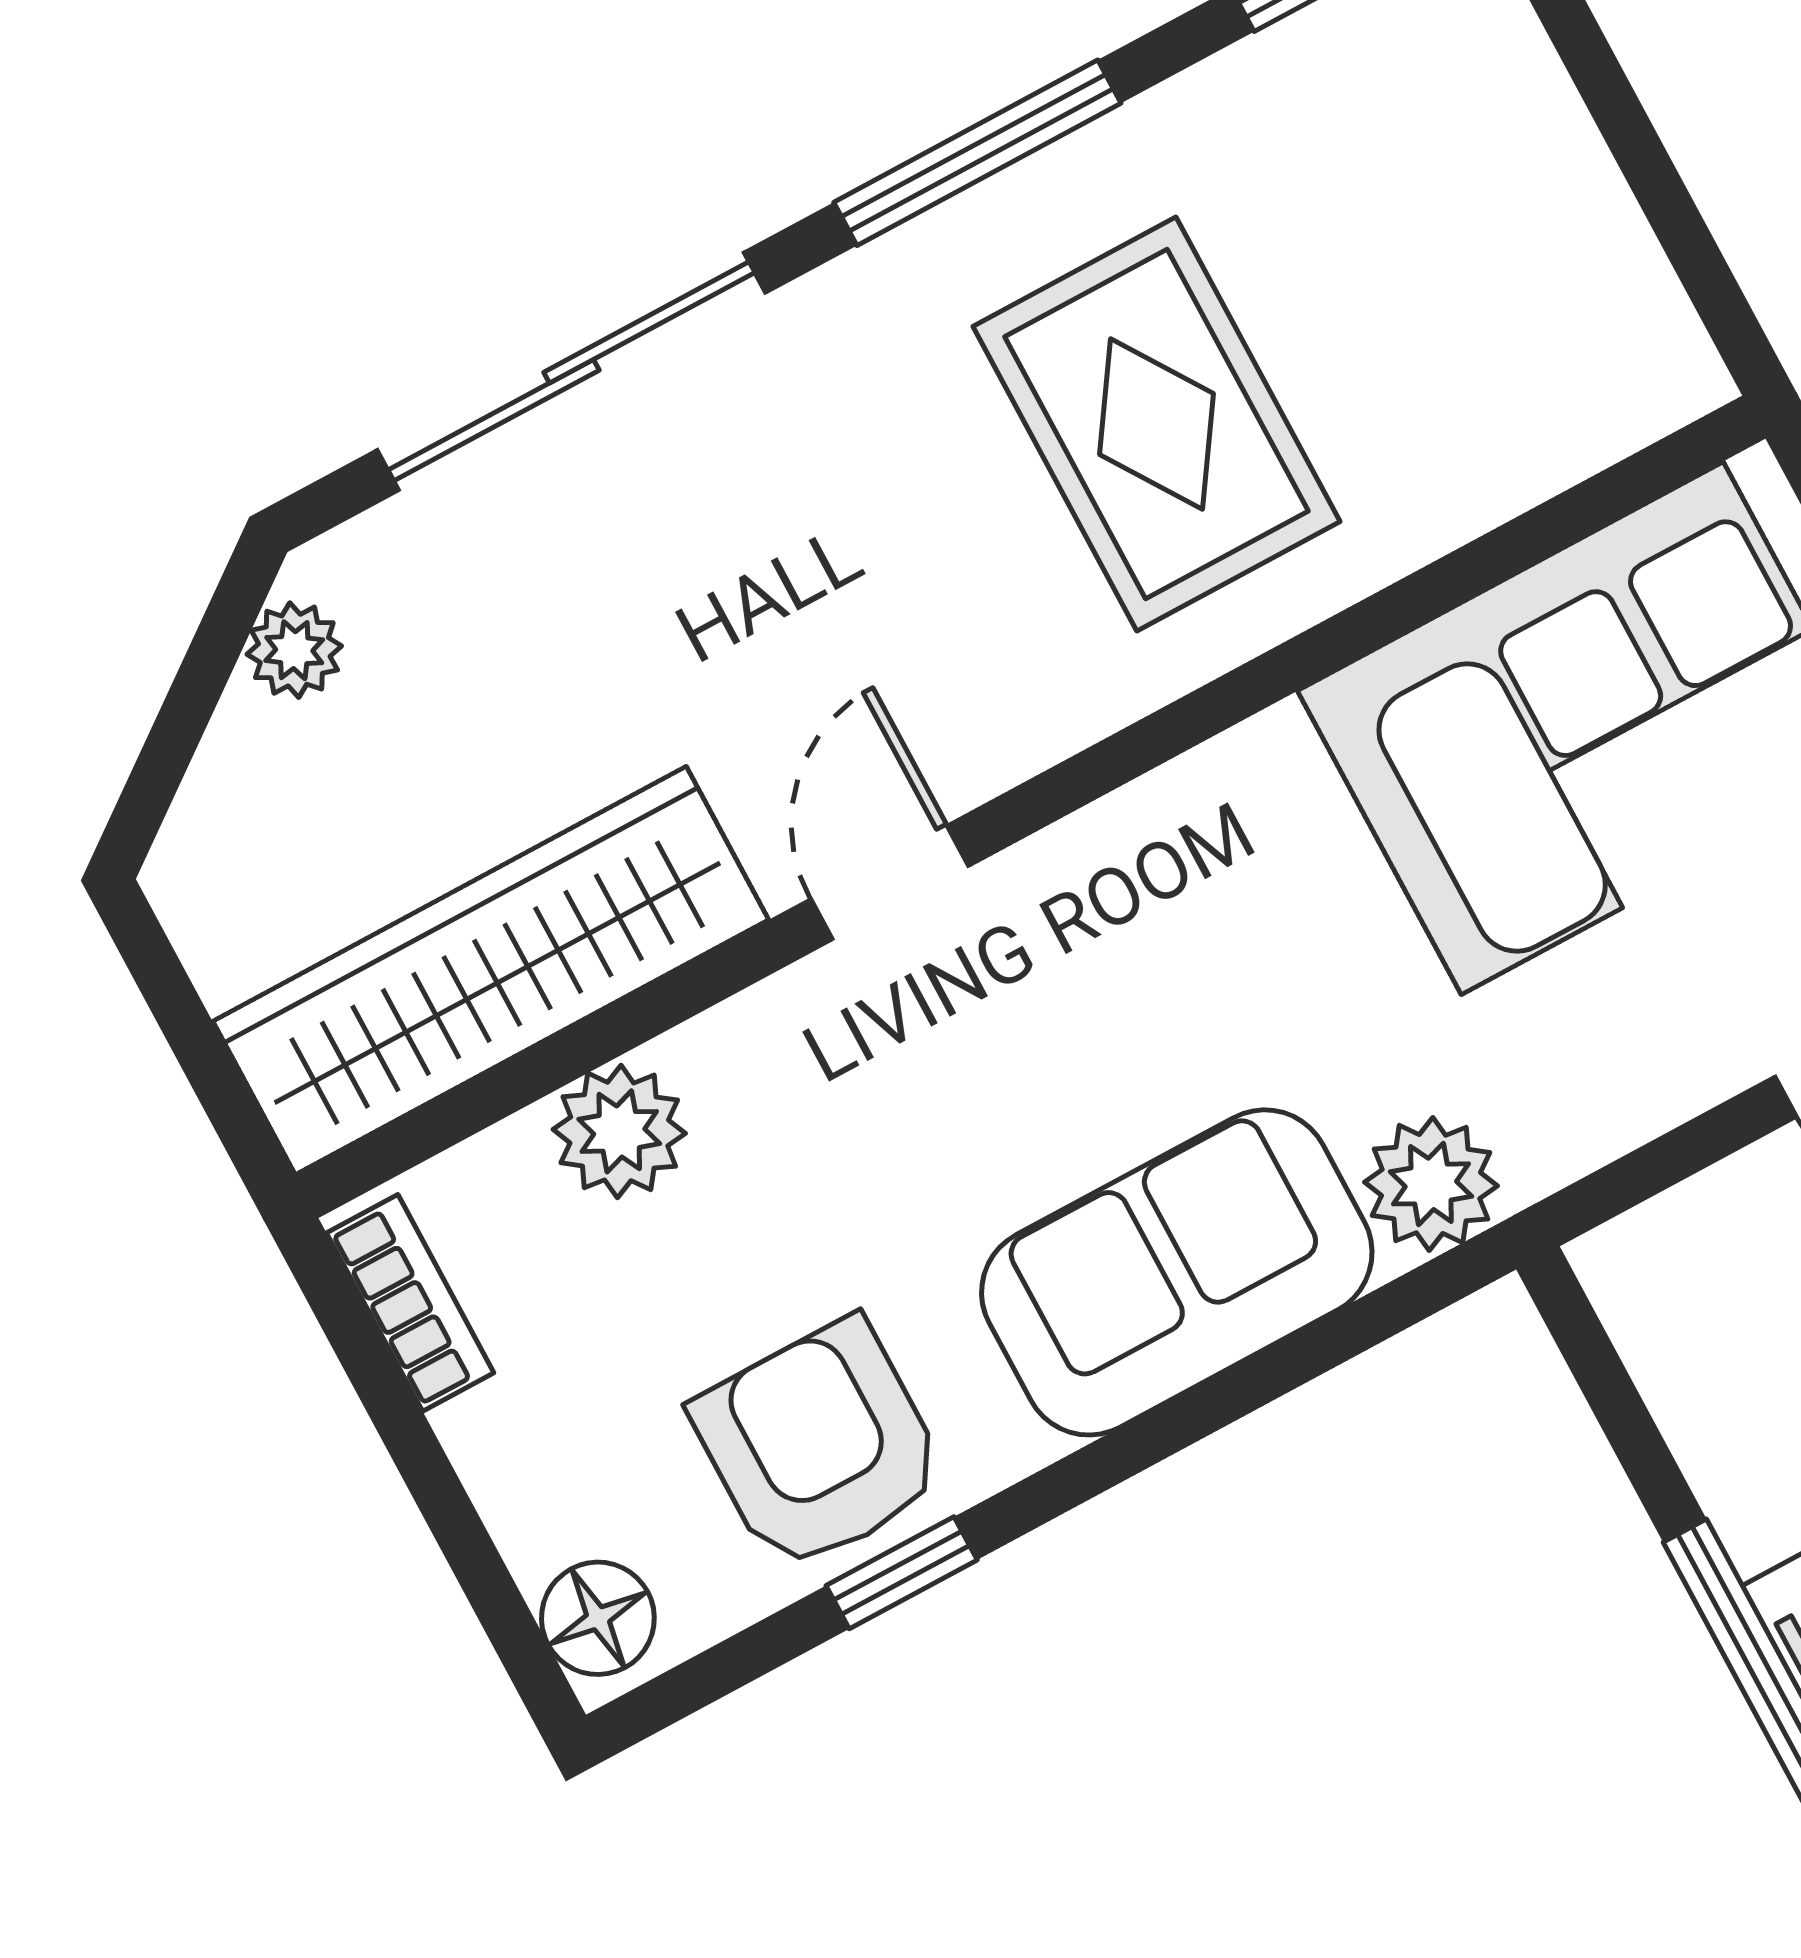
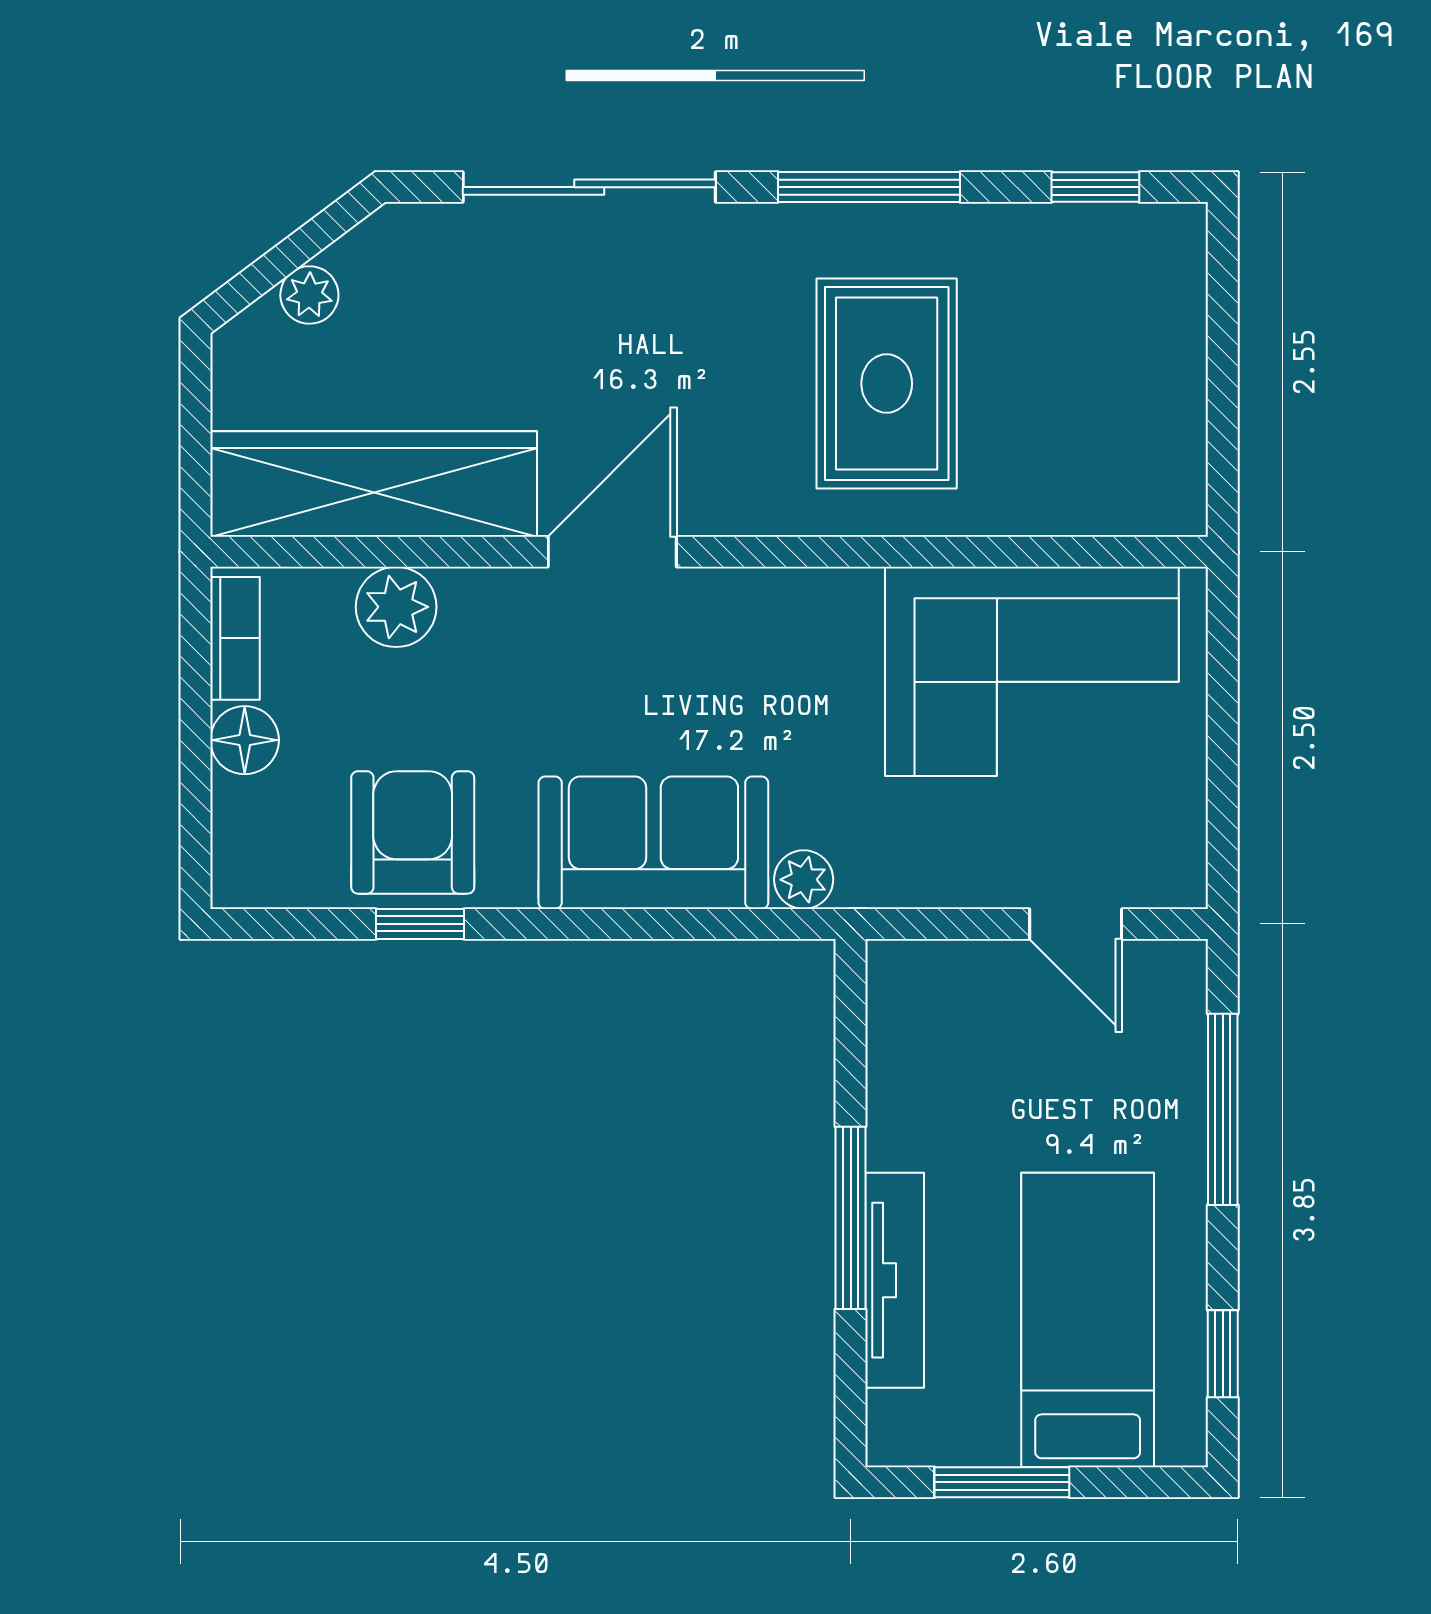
plant: (294, 650) -> (309, 295), moved
door: (890, 883) -> (612, 552), width x1.38
plant: (1431, 1184) -> (804, 880), width x0.73, depth x0.73
floor lamp: (598, 1618) -> (245, 740), moved

